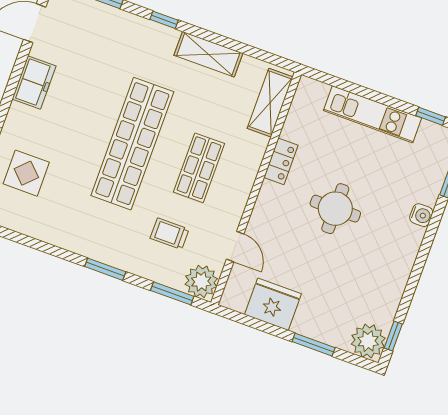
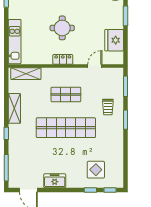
kitchen unit: (372, 114) -> (15, 42), moved
locker: (281, 161) -> (63, 59), moved
trolley: (170, 234) -> (108, 107), moved
plant: (201, 282) -> (116, 75), removed

